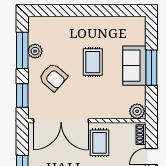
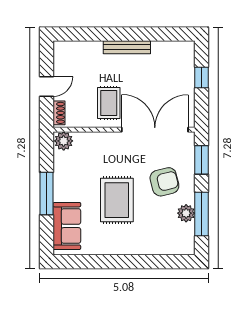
rug: (93, 62) -> (117, 200), width x1.36, depth x1.43
sofa: (134, 66) -> (67, 226), moved
armchair: (53, 77) -> (164, 182), turned 125

